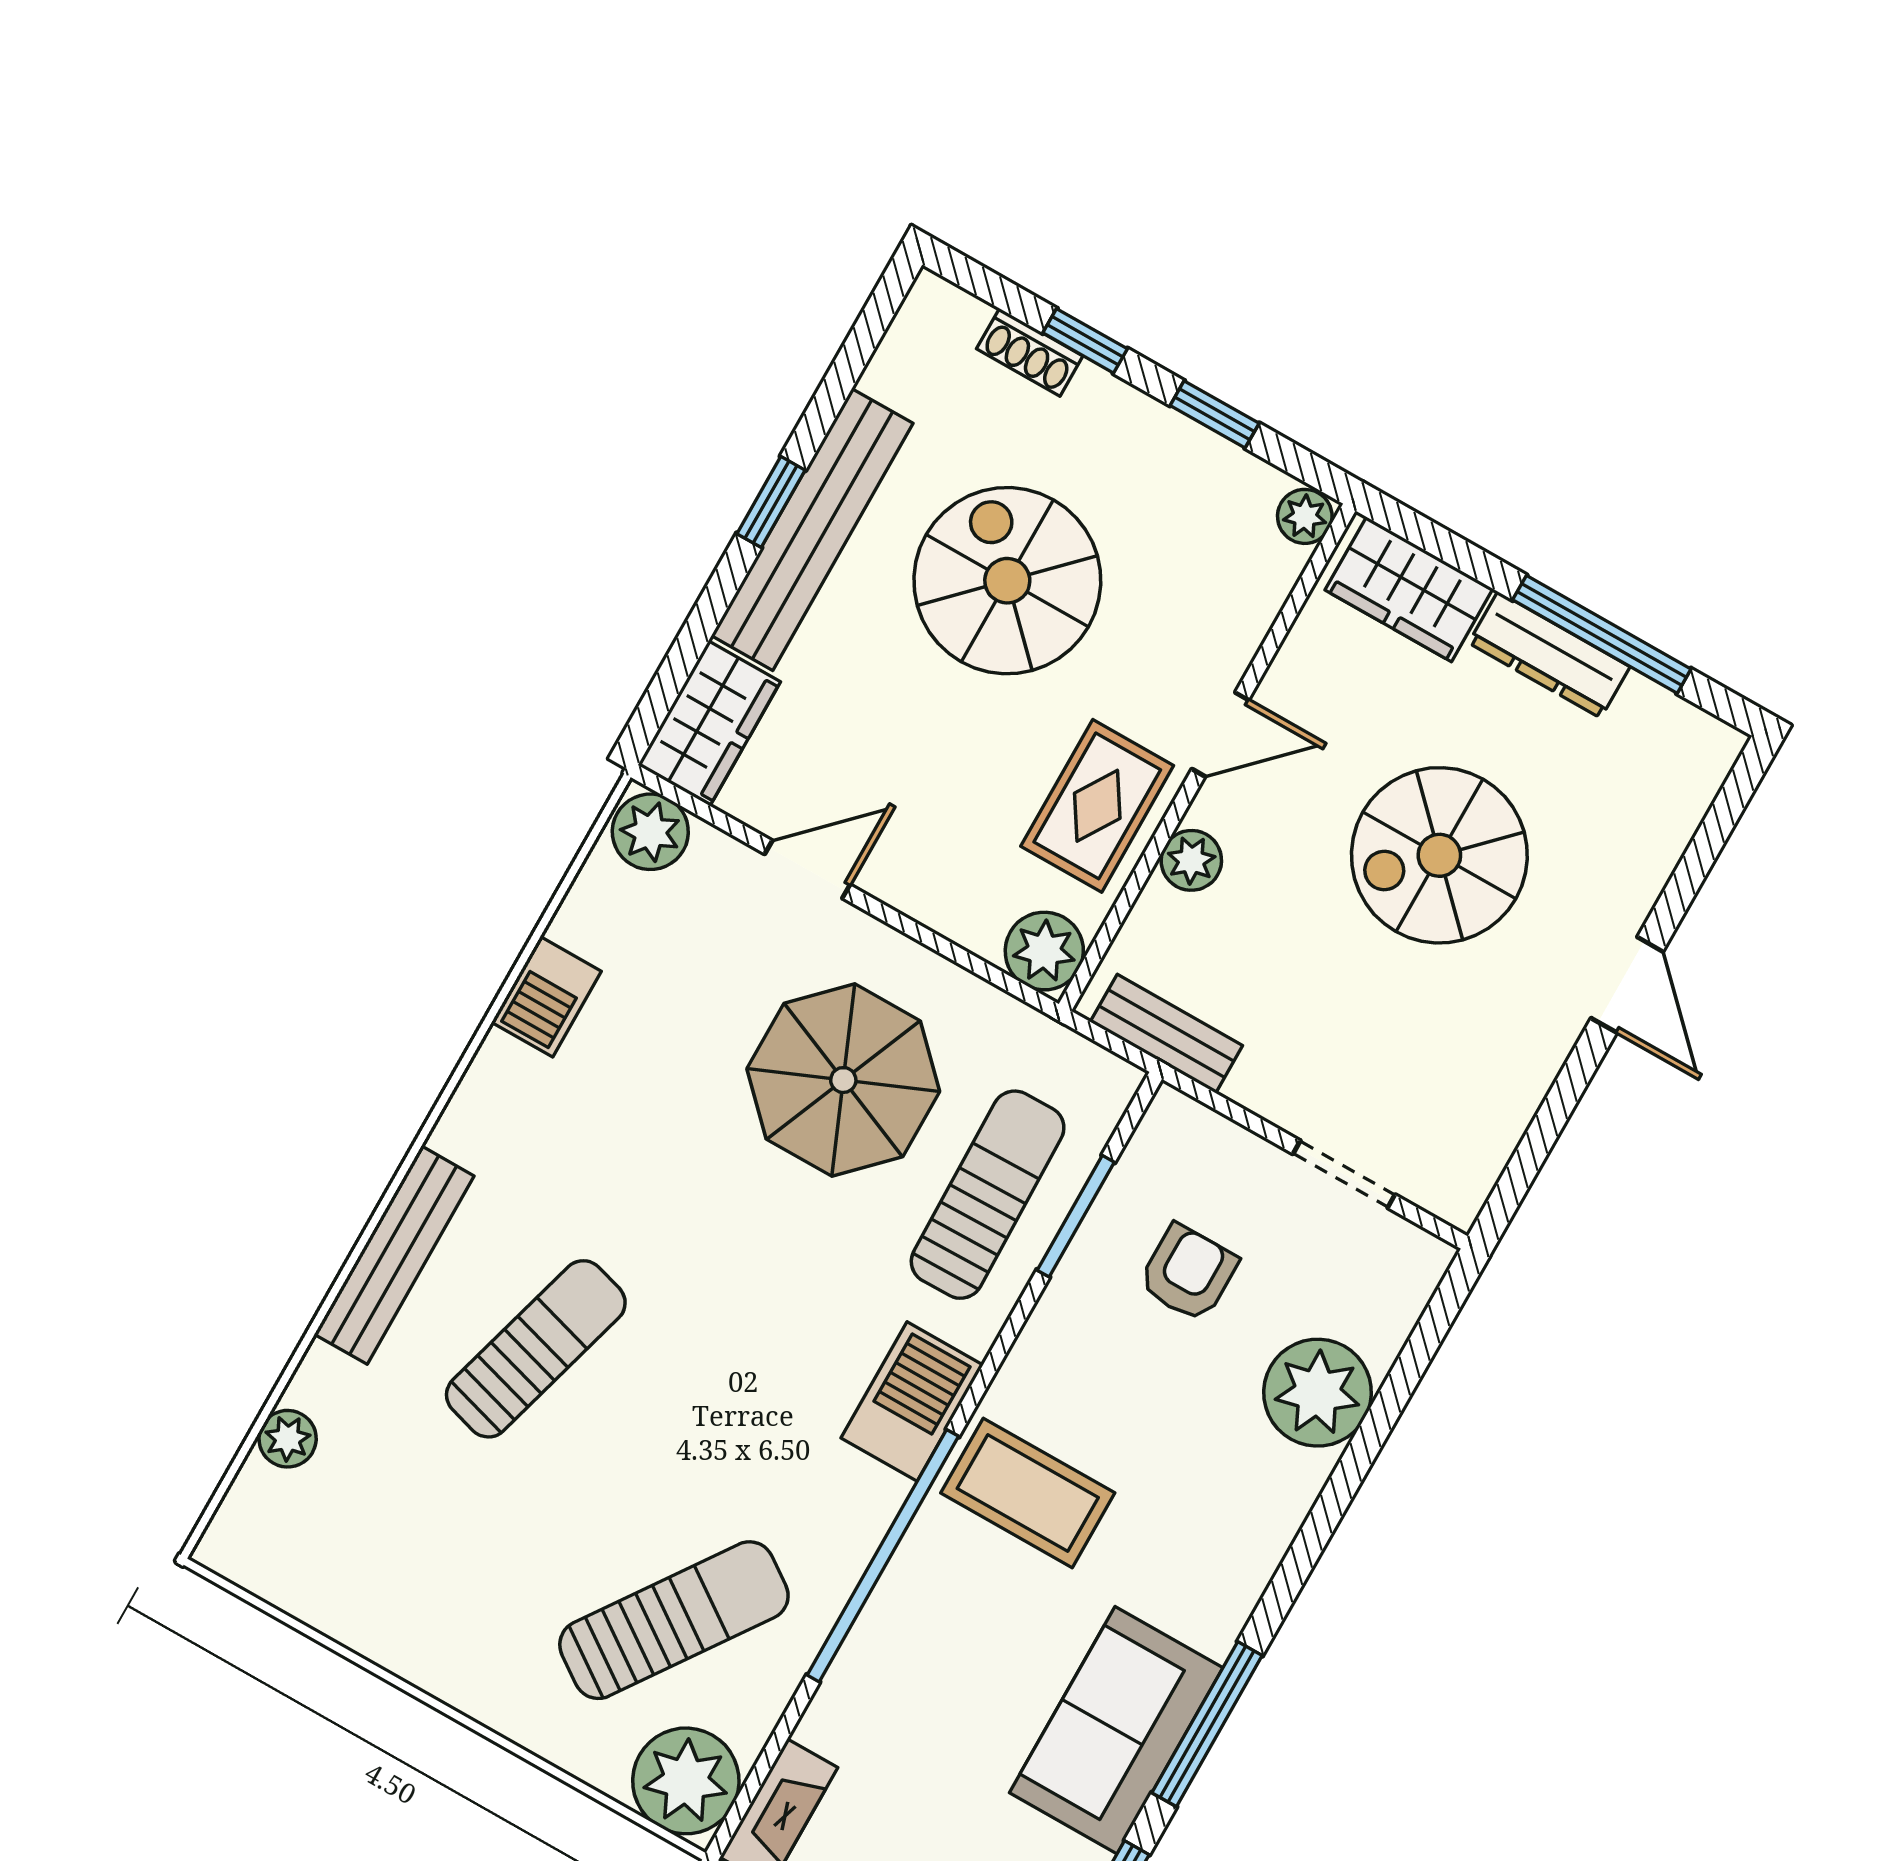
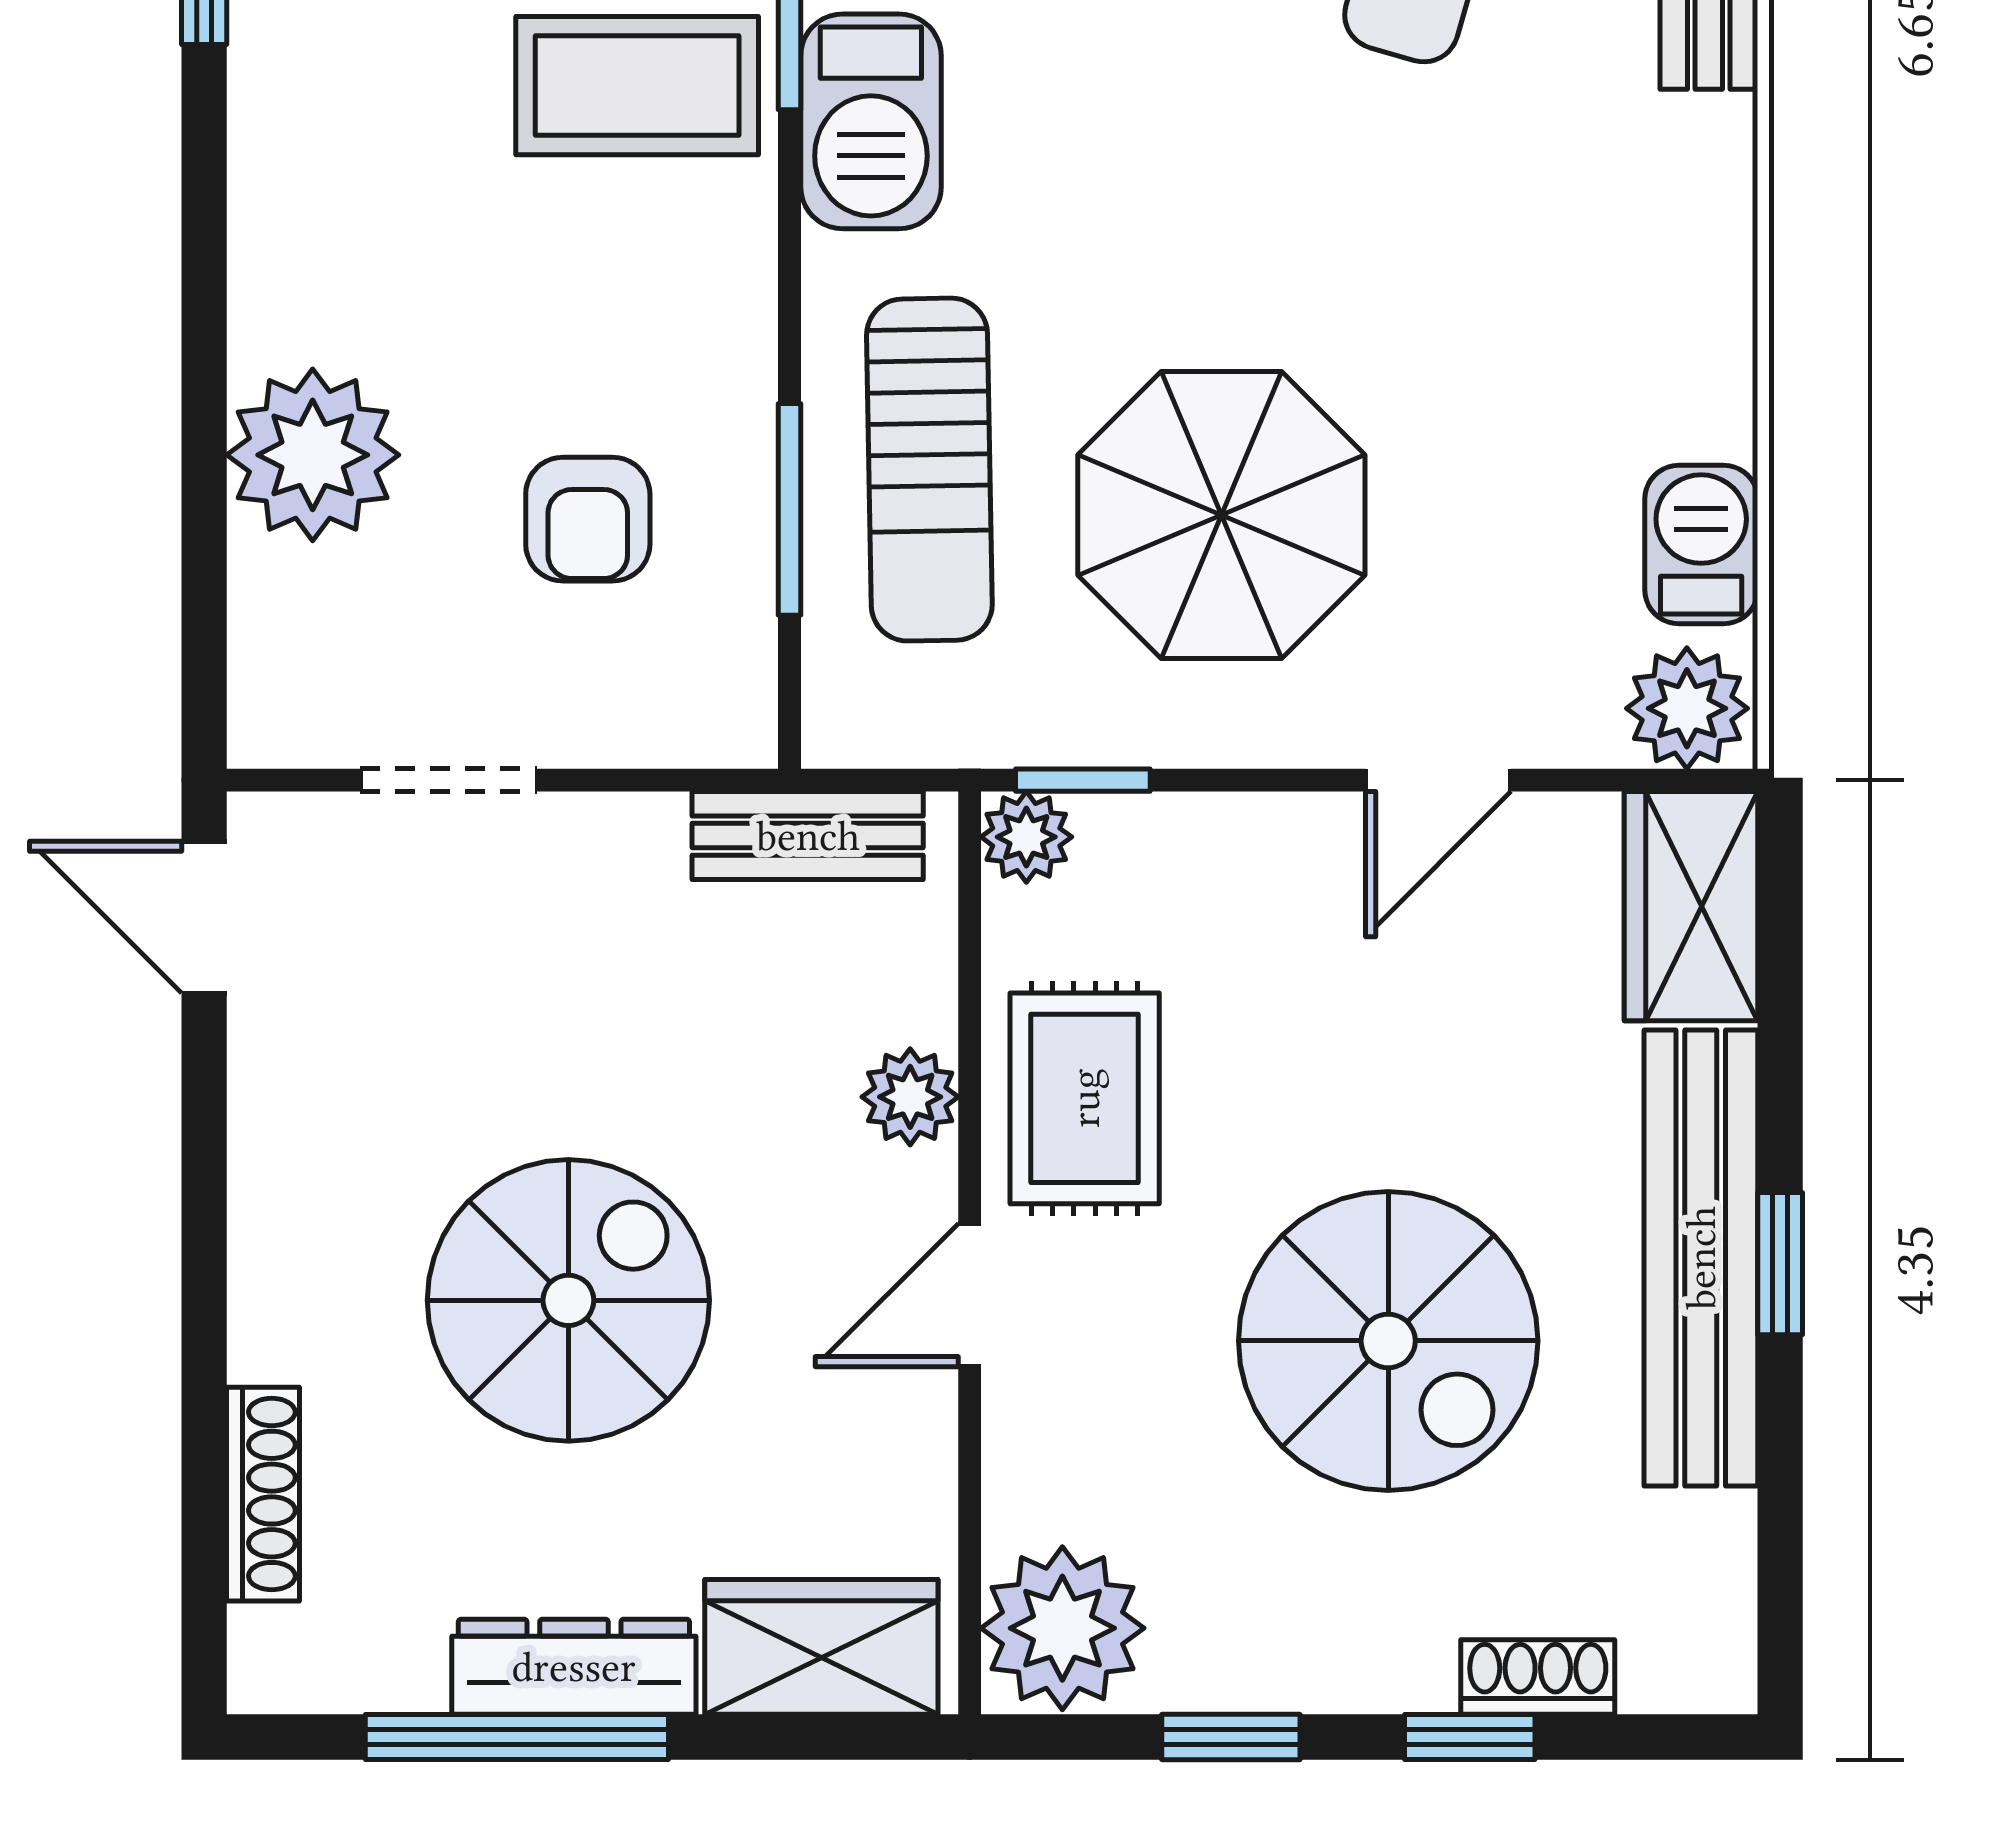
plant: (1305, 516) -> (1062, 1628), width x1.87, depth x1.87
shoe rack: (1665, 844) -> (263, 1494), added
plant: (1044, 951) -> (1026, 837), width x0.73, depth x0.73
window: (1000, 979) -> (1083, 780), added
door: (1627, 985) -> (204, 917), moved
barbecue: (546, 997) -> (1701, 544), moved

